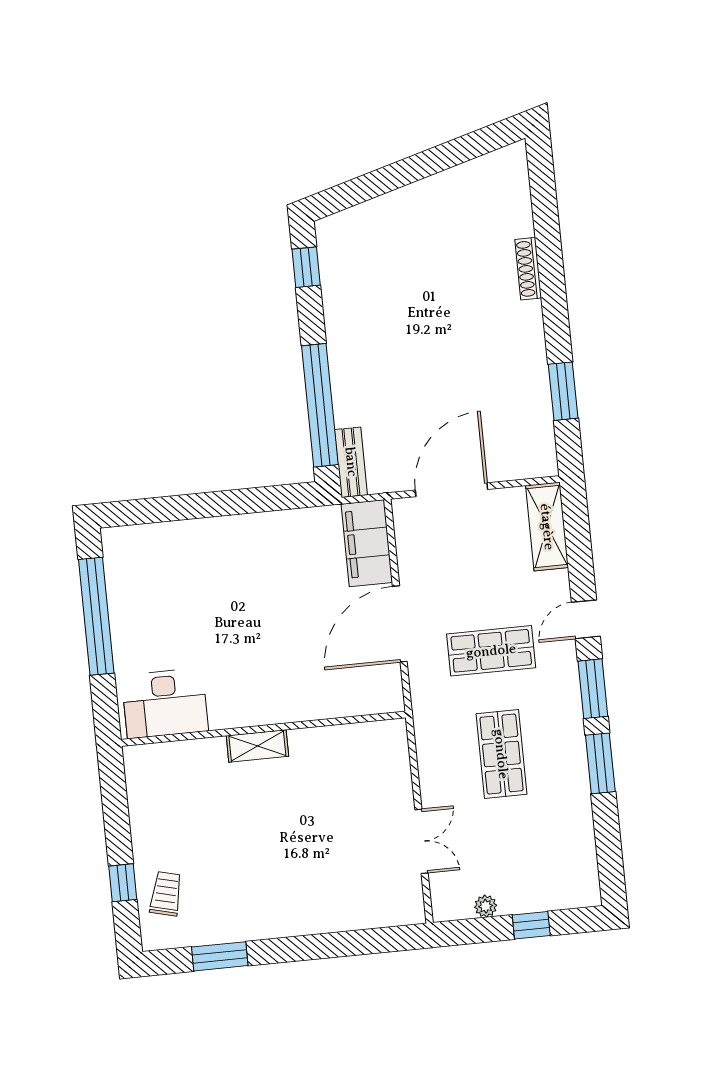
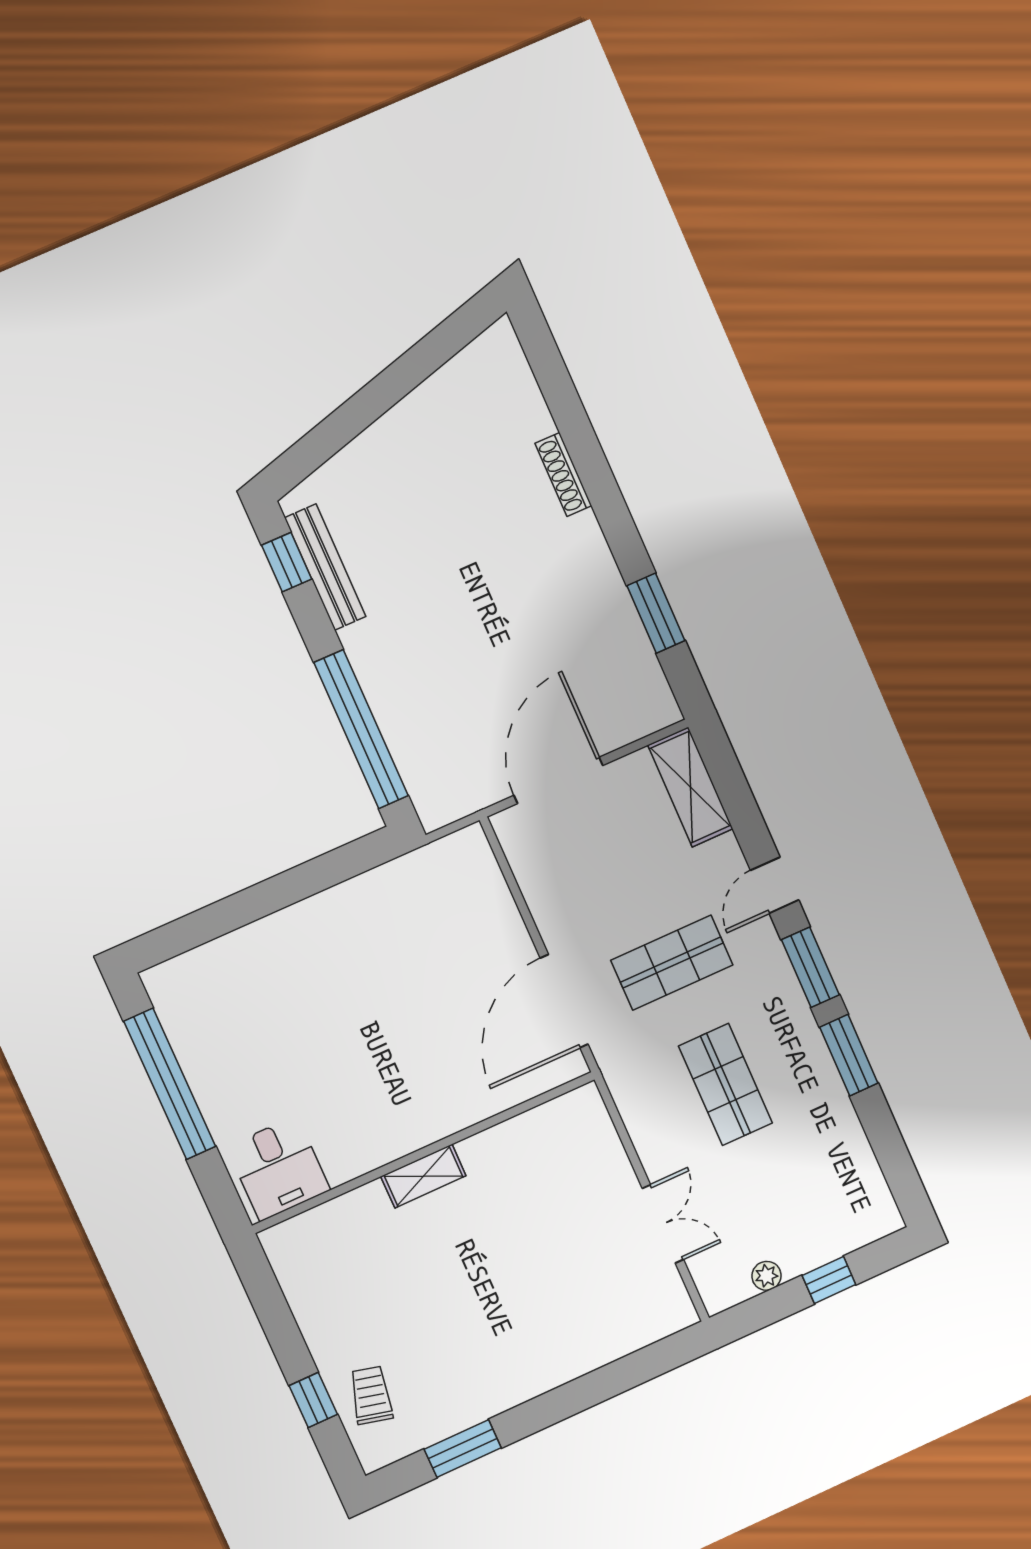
bench: (351, 462) -> (325, 567), moved, width x1.36
filing cabinet: (367, 543) -> (476, 881), removed
door: (400, 624) -> (564, 1001), moved
desk: (165, 703) -> (278, 1168), width x0.73

